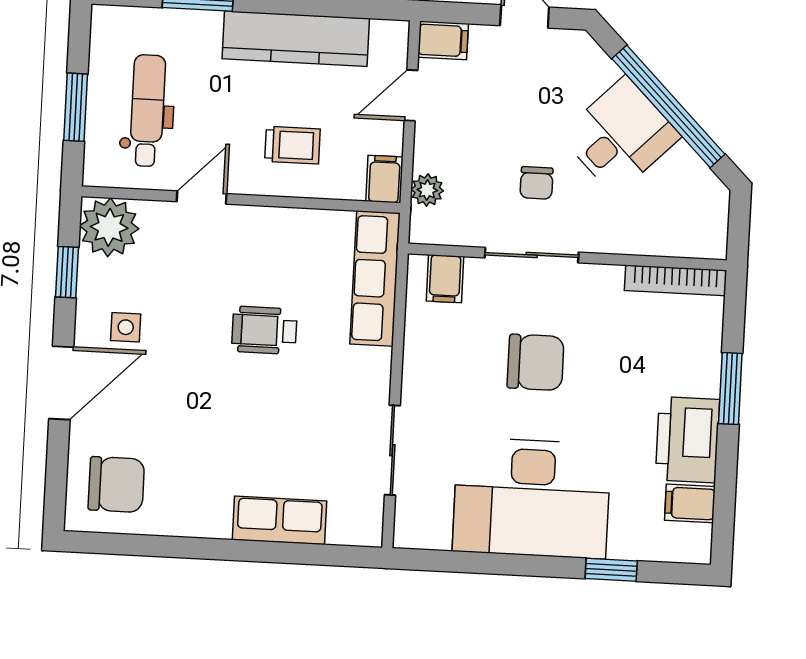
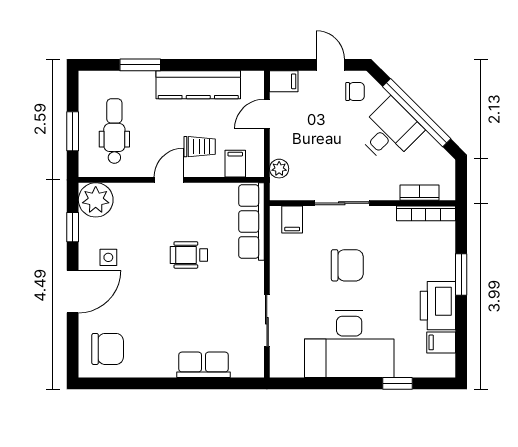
filing cabinet: (384, 179) -> (235, 164), moved
chair: (537, 183) -> (355, 91), moved, turned -90
door: (202, 198) -> (169, 180), moved
bookcase: (666, 244) -> (420, 193), added

